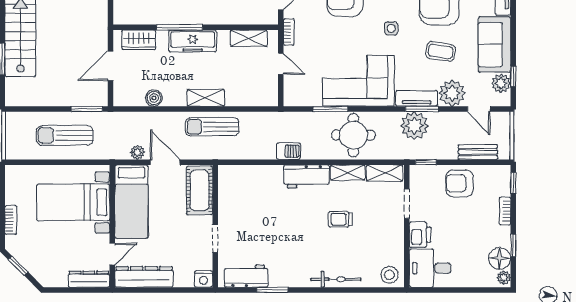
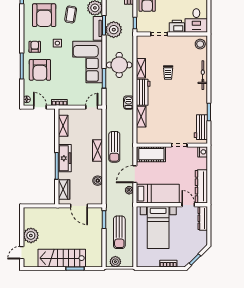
door: (281, 64) -> (92, 107), moved
plant: (14, 129) -> (115, 262), added
shelving: (384, 173) -> (141, 117), moved

